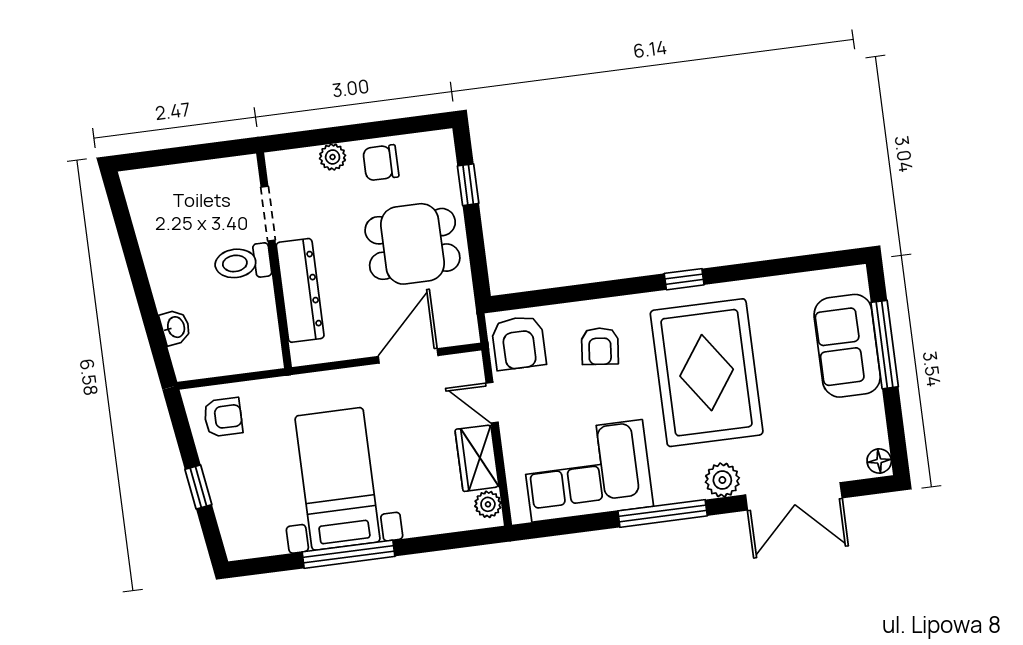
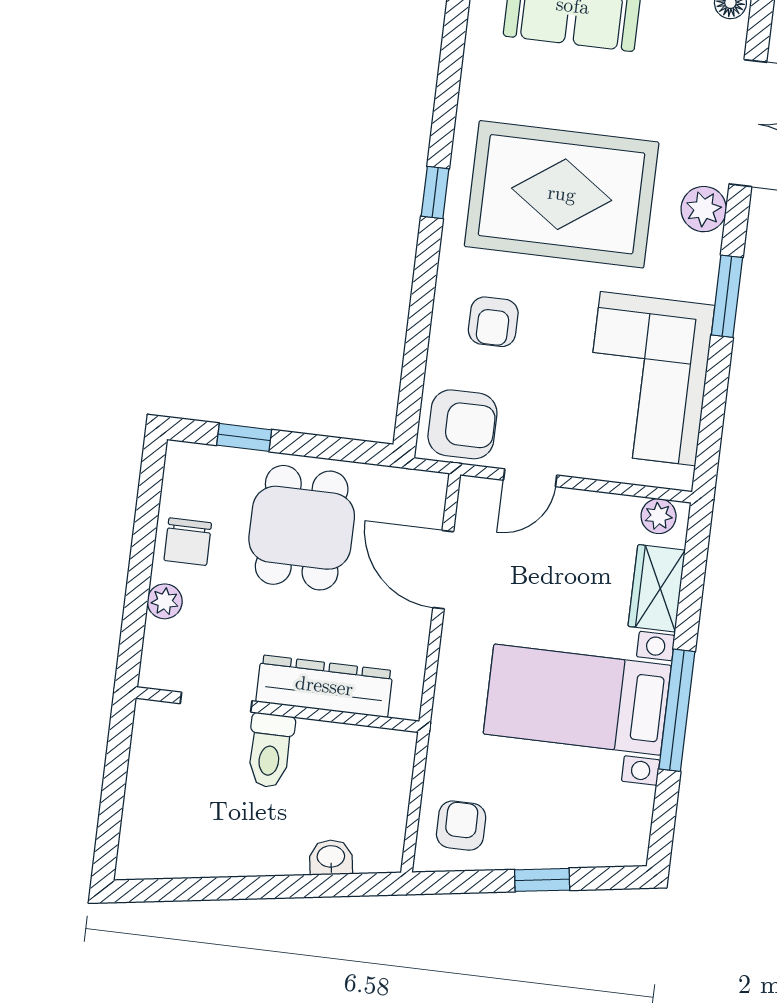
armchair: (600, 346) -> (493, 322), turned 84
wardrobe: (477, 458) -> (657, 588), moved, turned 90
window: (663, 513) -> (727, 296), width x0.69

